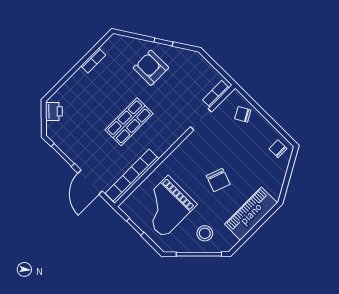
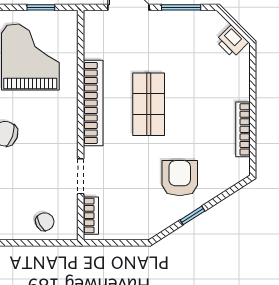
bookcase: (93, 61) -> (243, 129), width x1.56
armchair: (151, 68) -> (180, 178), turned -90
bookcase: (132, 176) -> (93, 103), moved

